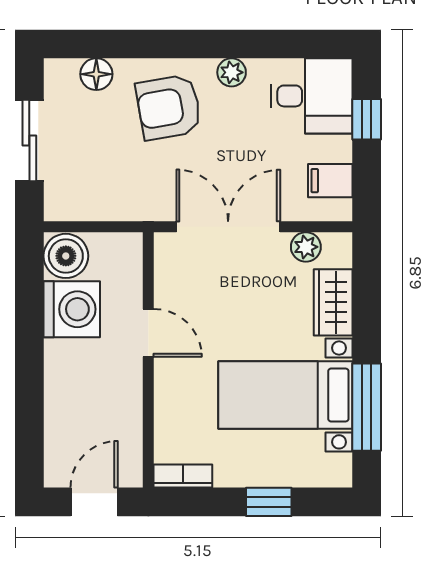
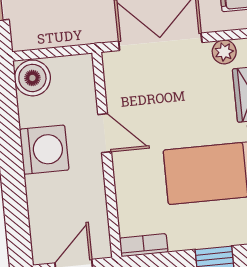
washing machine: (72, 309) -> (44, 150), moved

